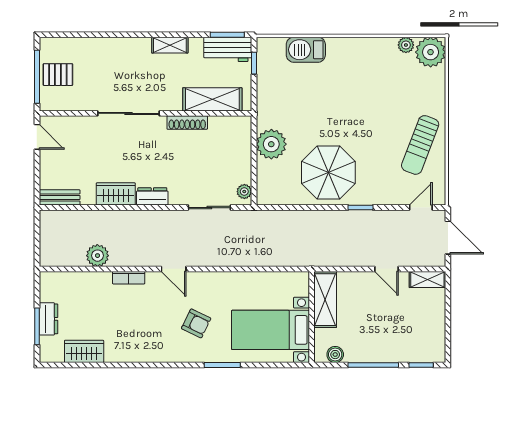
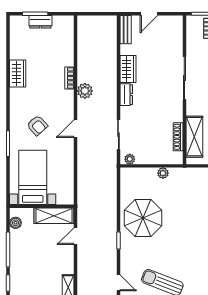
shoe rack: (187, 123) -> (178, 137), moved
door: (37, 137) -> (149, 14), moved
plant: (271, 144) -> (163, 173), width x0.53, depth x0.53
plant: (97, 256) -> (85, 91), moved
door: (174, 269) -> (75, 129), moved
door: (386, 269) -> (75, 236), moved
armchair: (196, 323) -> (37, 125), turned -68
wardrobe: (84, 351) -> (18, 73), moved

